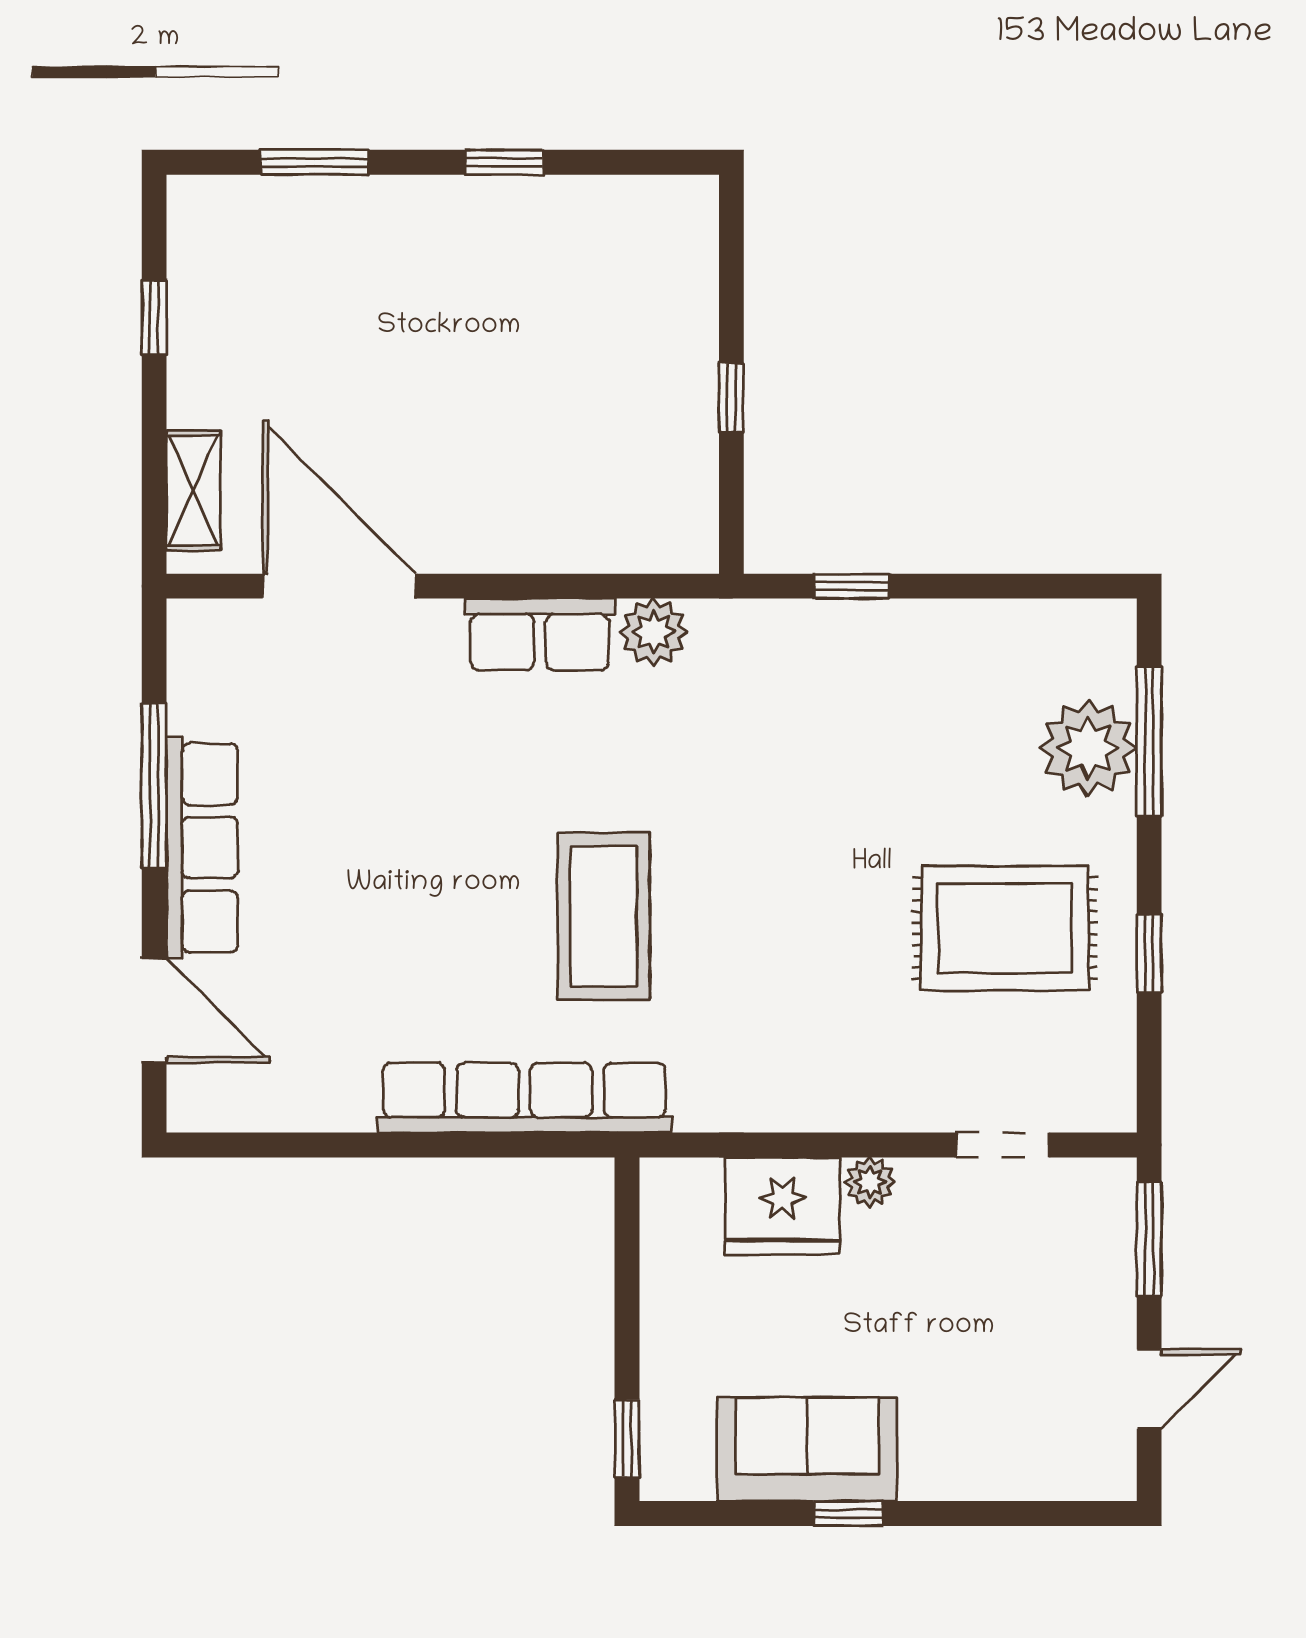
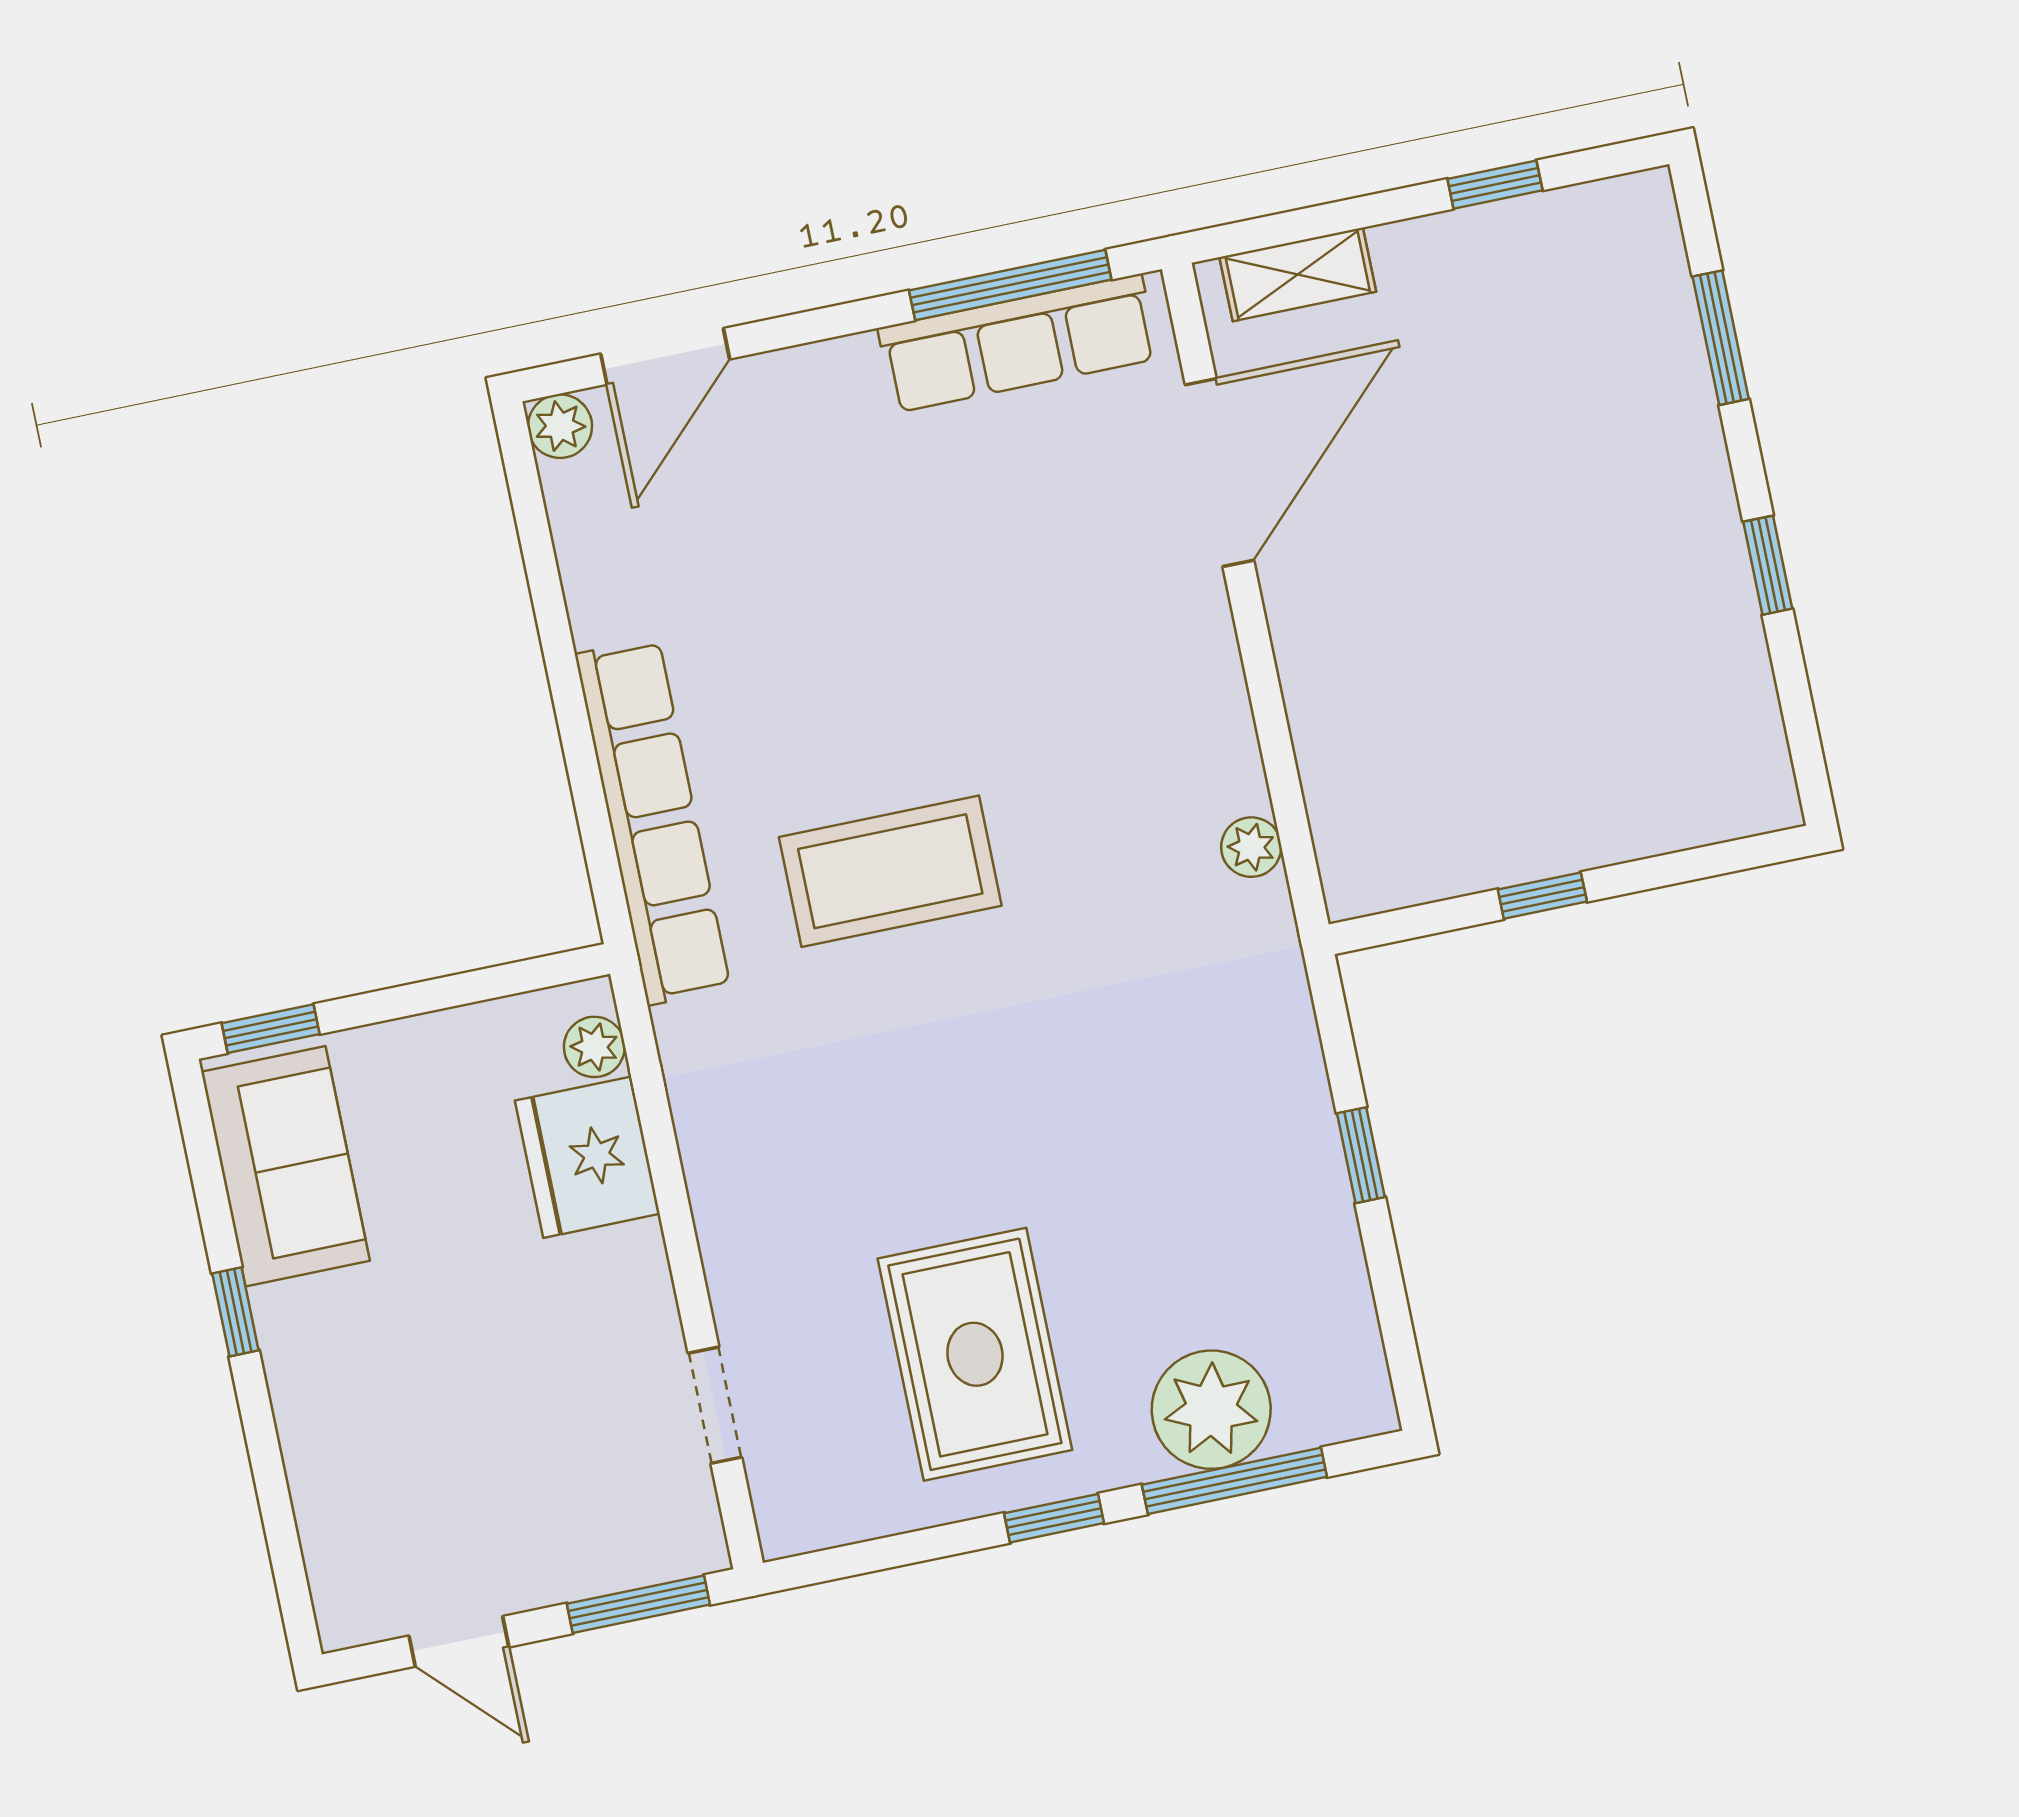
window: (851, 586) -> (1361, 1155), moved
plant: (653, 632) -> (1251, 847), width x0.73, depth x0.73
row of seats: (540, 634) -> (1212, 725), removed
window: (154, 786) -> (1010, 285), moved
row of seats: (202, 848) -> (1018, 343), moved
window: (1149, 953) -> (1054, 1518), moved
plant: (192, 1107) -> (560, 426), added
plant: (870, 1182) -> (594, 1047), moved
sofa: (807, 1449) -> (285, 1166), moved

